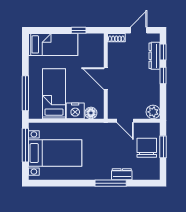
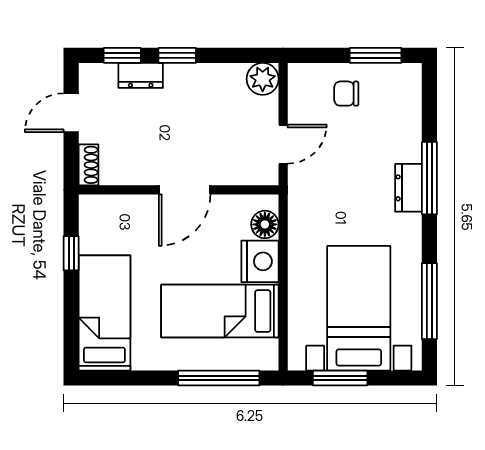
door: (139, 30) -> (71, 113), hinge flipped
dresser: (155, 56) -> (141, 75), width x0.70
window: (25, 145) -> (340, 378), width x0.69
window: (163, 147) -> (376, 55), moved
chair: (147, 148) -> (346, 94), width x0.54, depth x0.54
dresser: (122, 174) -> (409, 188), moved
window: (58, 183) -> (429, 301), added

